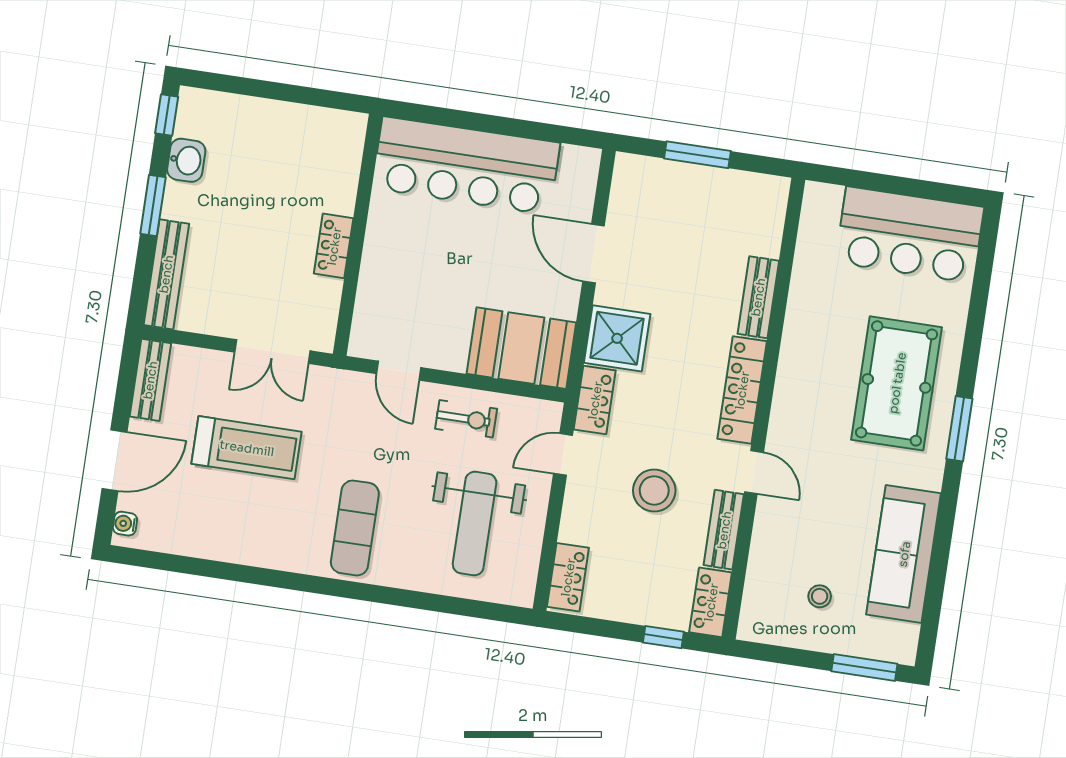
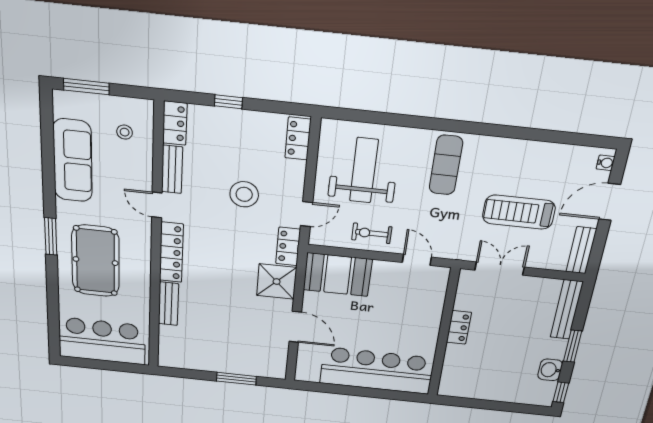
bench: (758, 297) -> (168, 304), moved
locker: (742, 390) -> (171, 252), moved
wall: (764, 409) -> (156, 242), moved
door: (754, 472) -> (157, 205), moved
bench: (724, 530) -> (172, 169), moved
locker: (711, 602) -> (175, 123), moved

